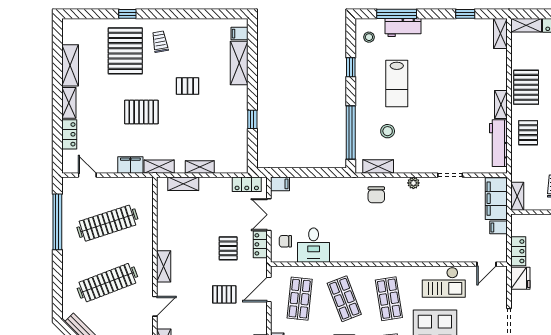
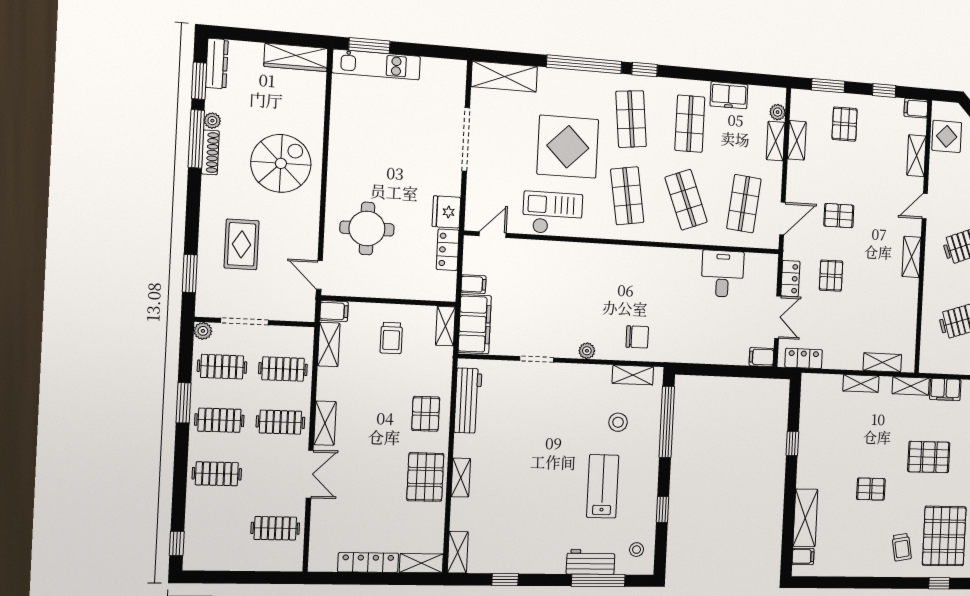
shelving: (501, 105) -> (461, 478), moved
chair: (376, 195) -> (637, 337), turned 90
chair: (285, 241) -> (758, 281), removed

